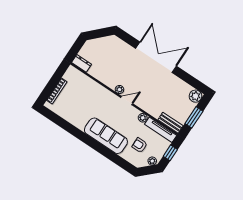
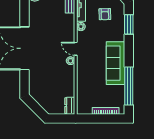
window: (65, 125) -> (129, 86), added
sofa: (106, 136) -> (115, 63), moved
window: (117, 160) -> (129, 24), added

